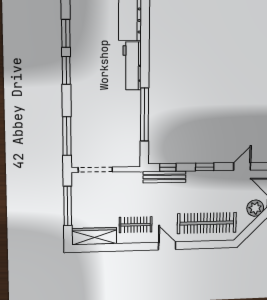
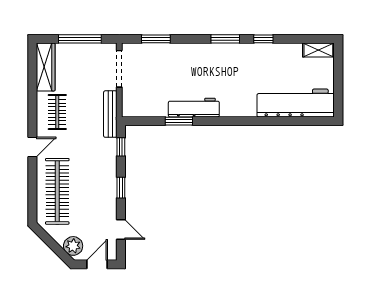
window: (66, 33) -> (263, 39), width x0.67
workbench: (132, 66) -> (194, 108), moved
window: (145, 114) -> (179, 121), width x0.47
window: (67, 136) -> (156, 39), width x0.69
bench: (164, 177) -> (110, 114), moved

